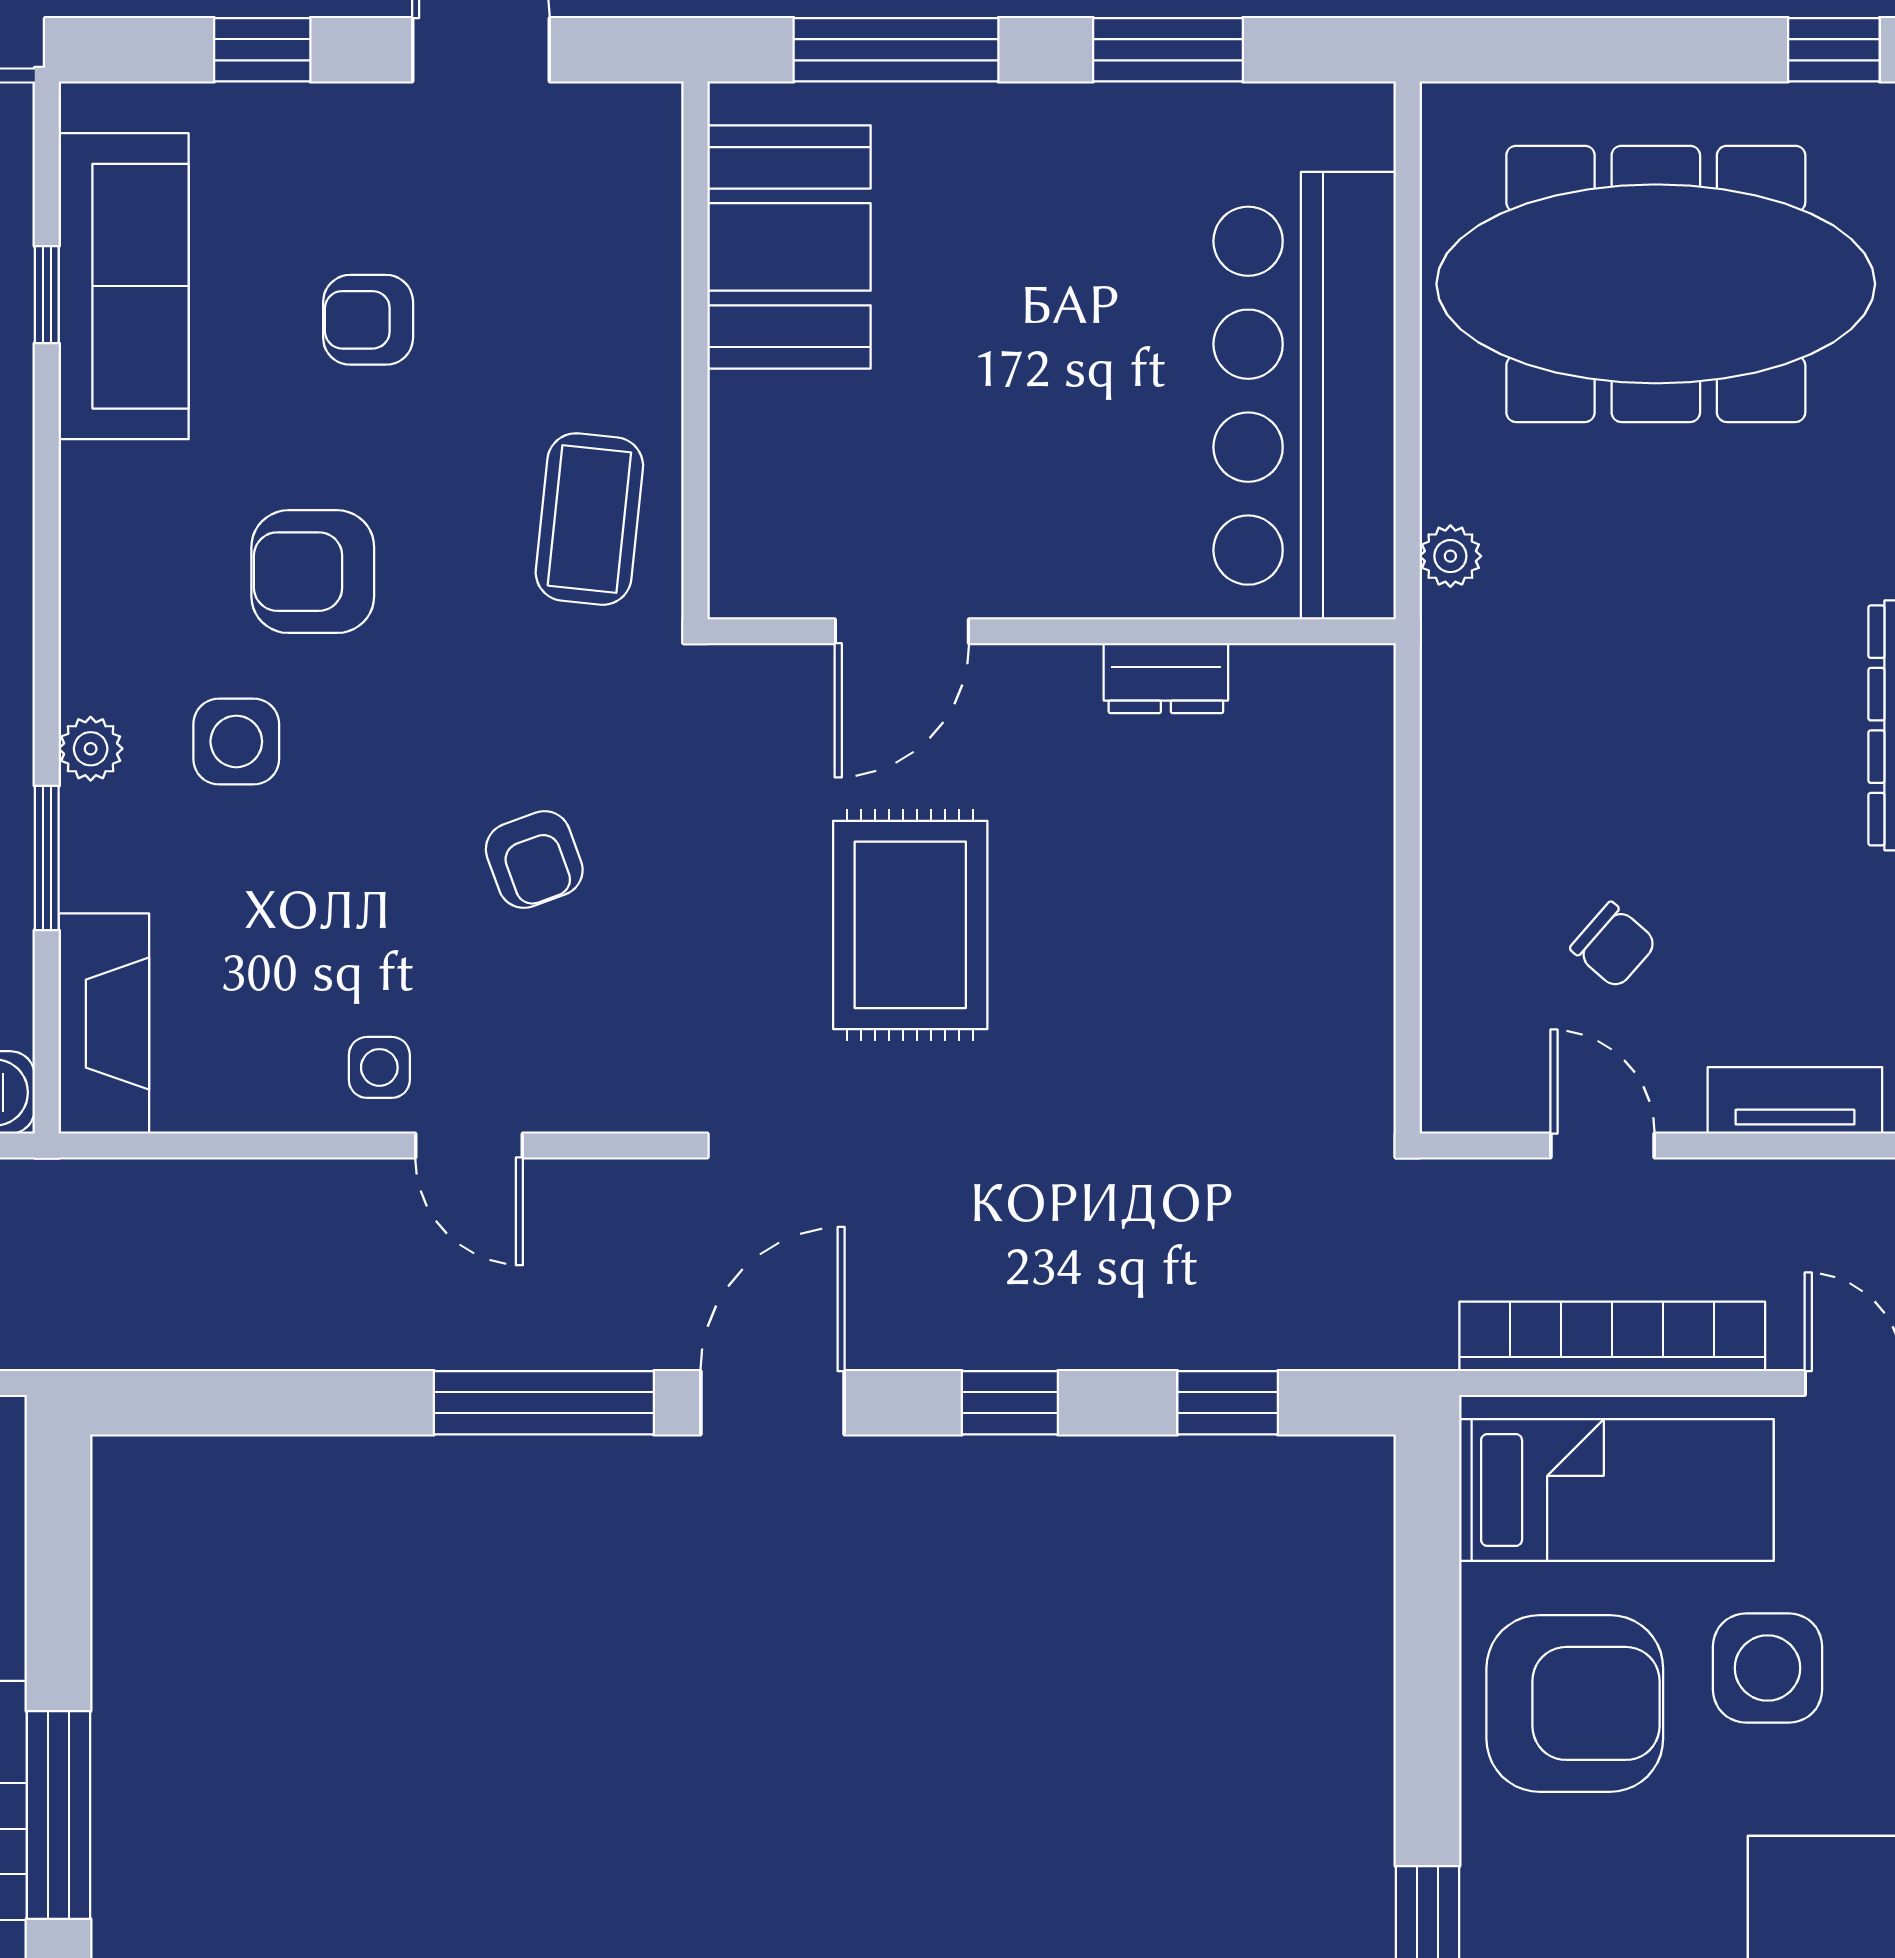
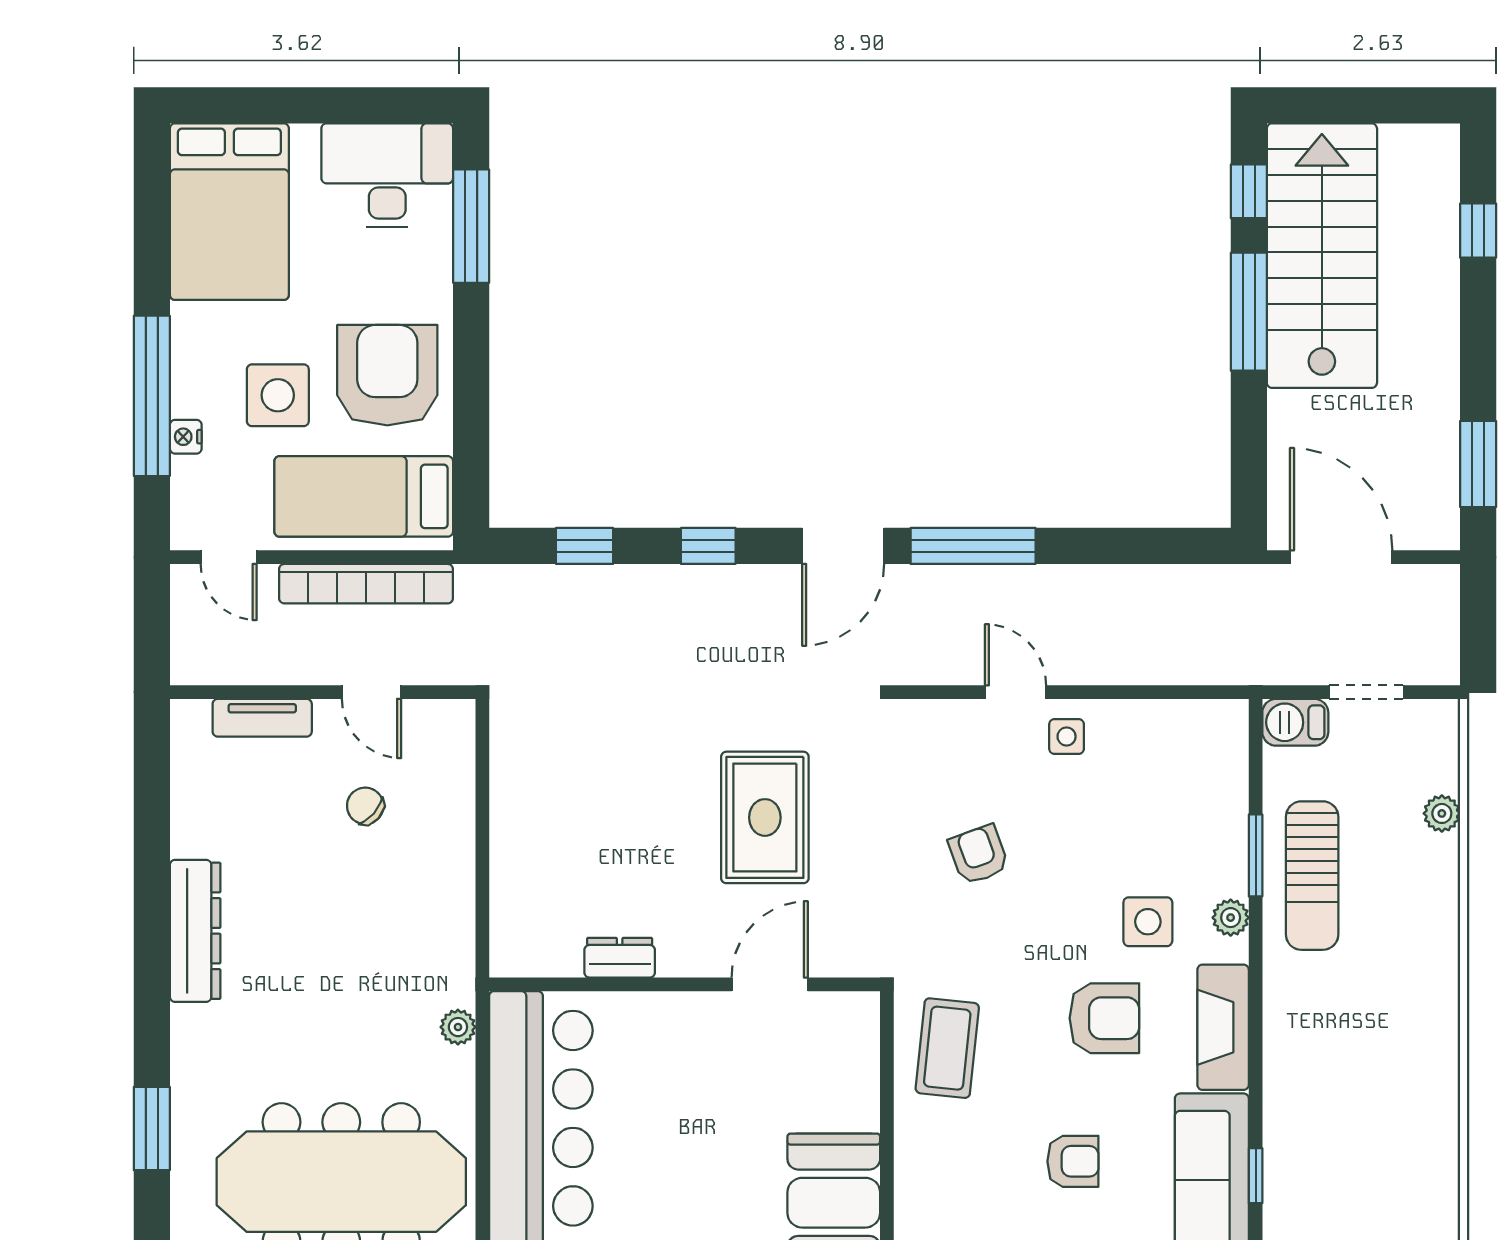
fireplace: (104, 1024) -> (1223, 1027), moved
armchair: (1575, 1703) -> (387, 375), turned 90

